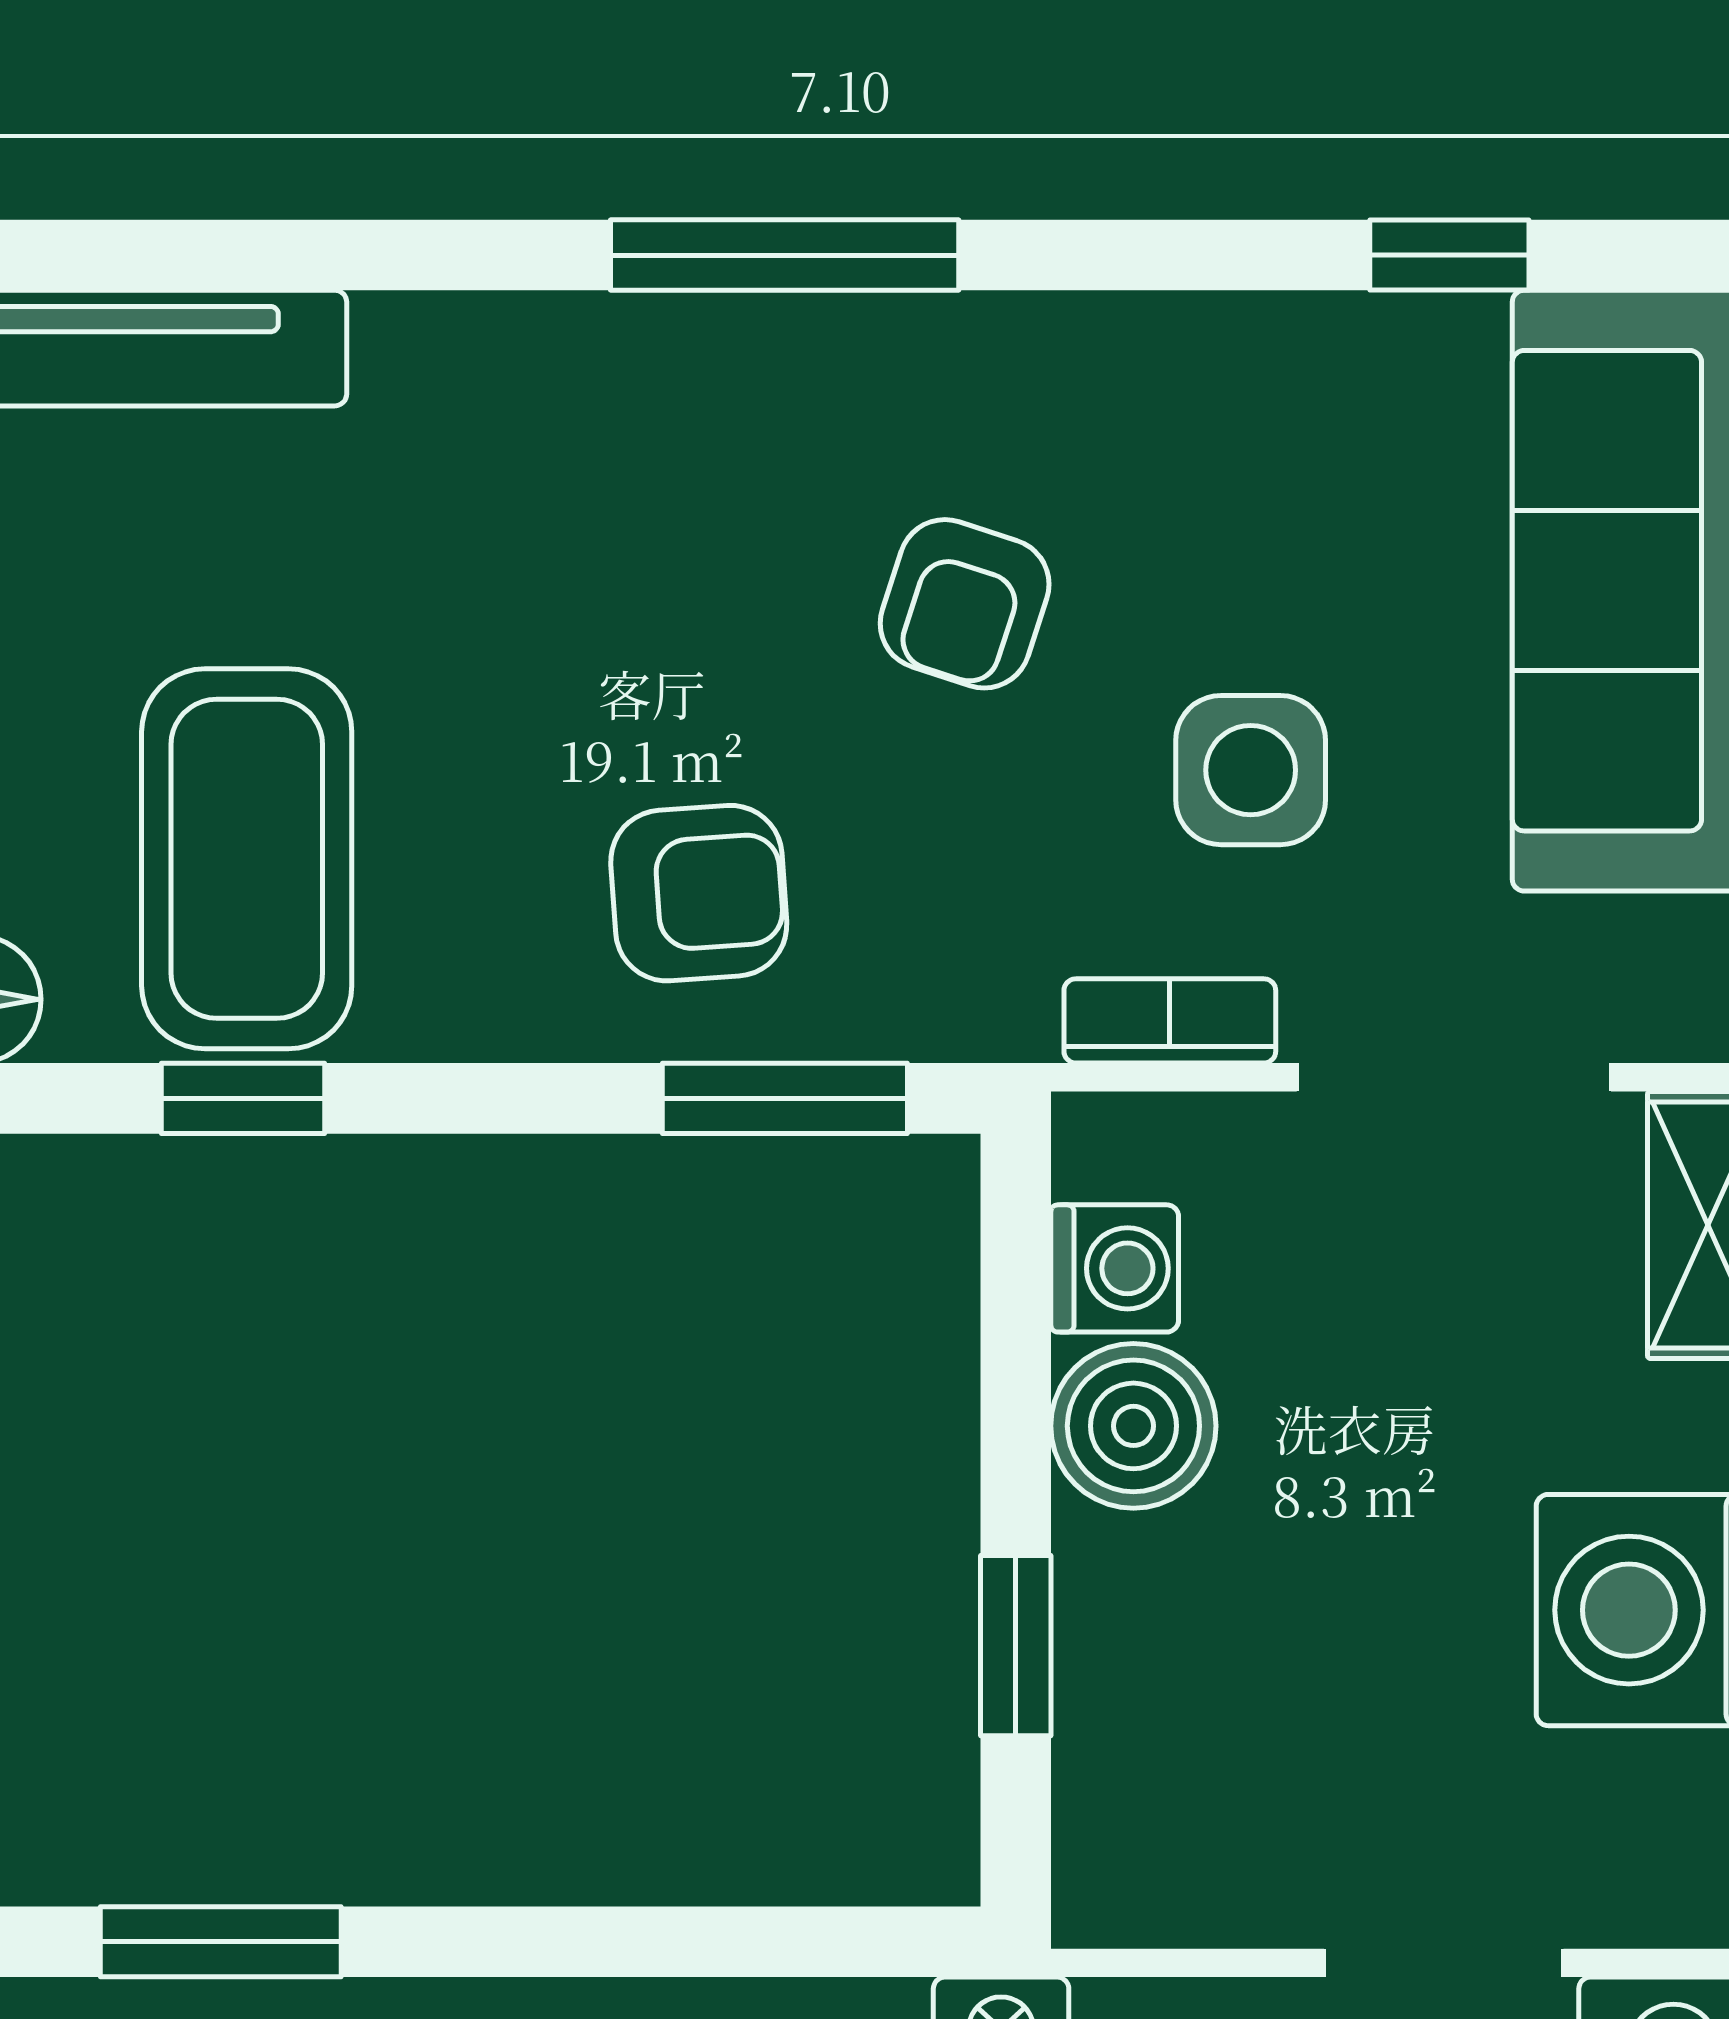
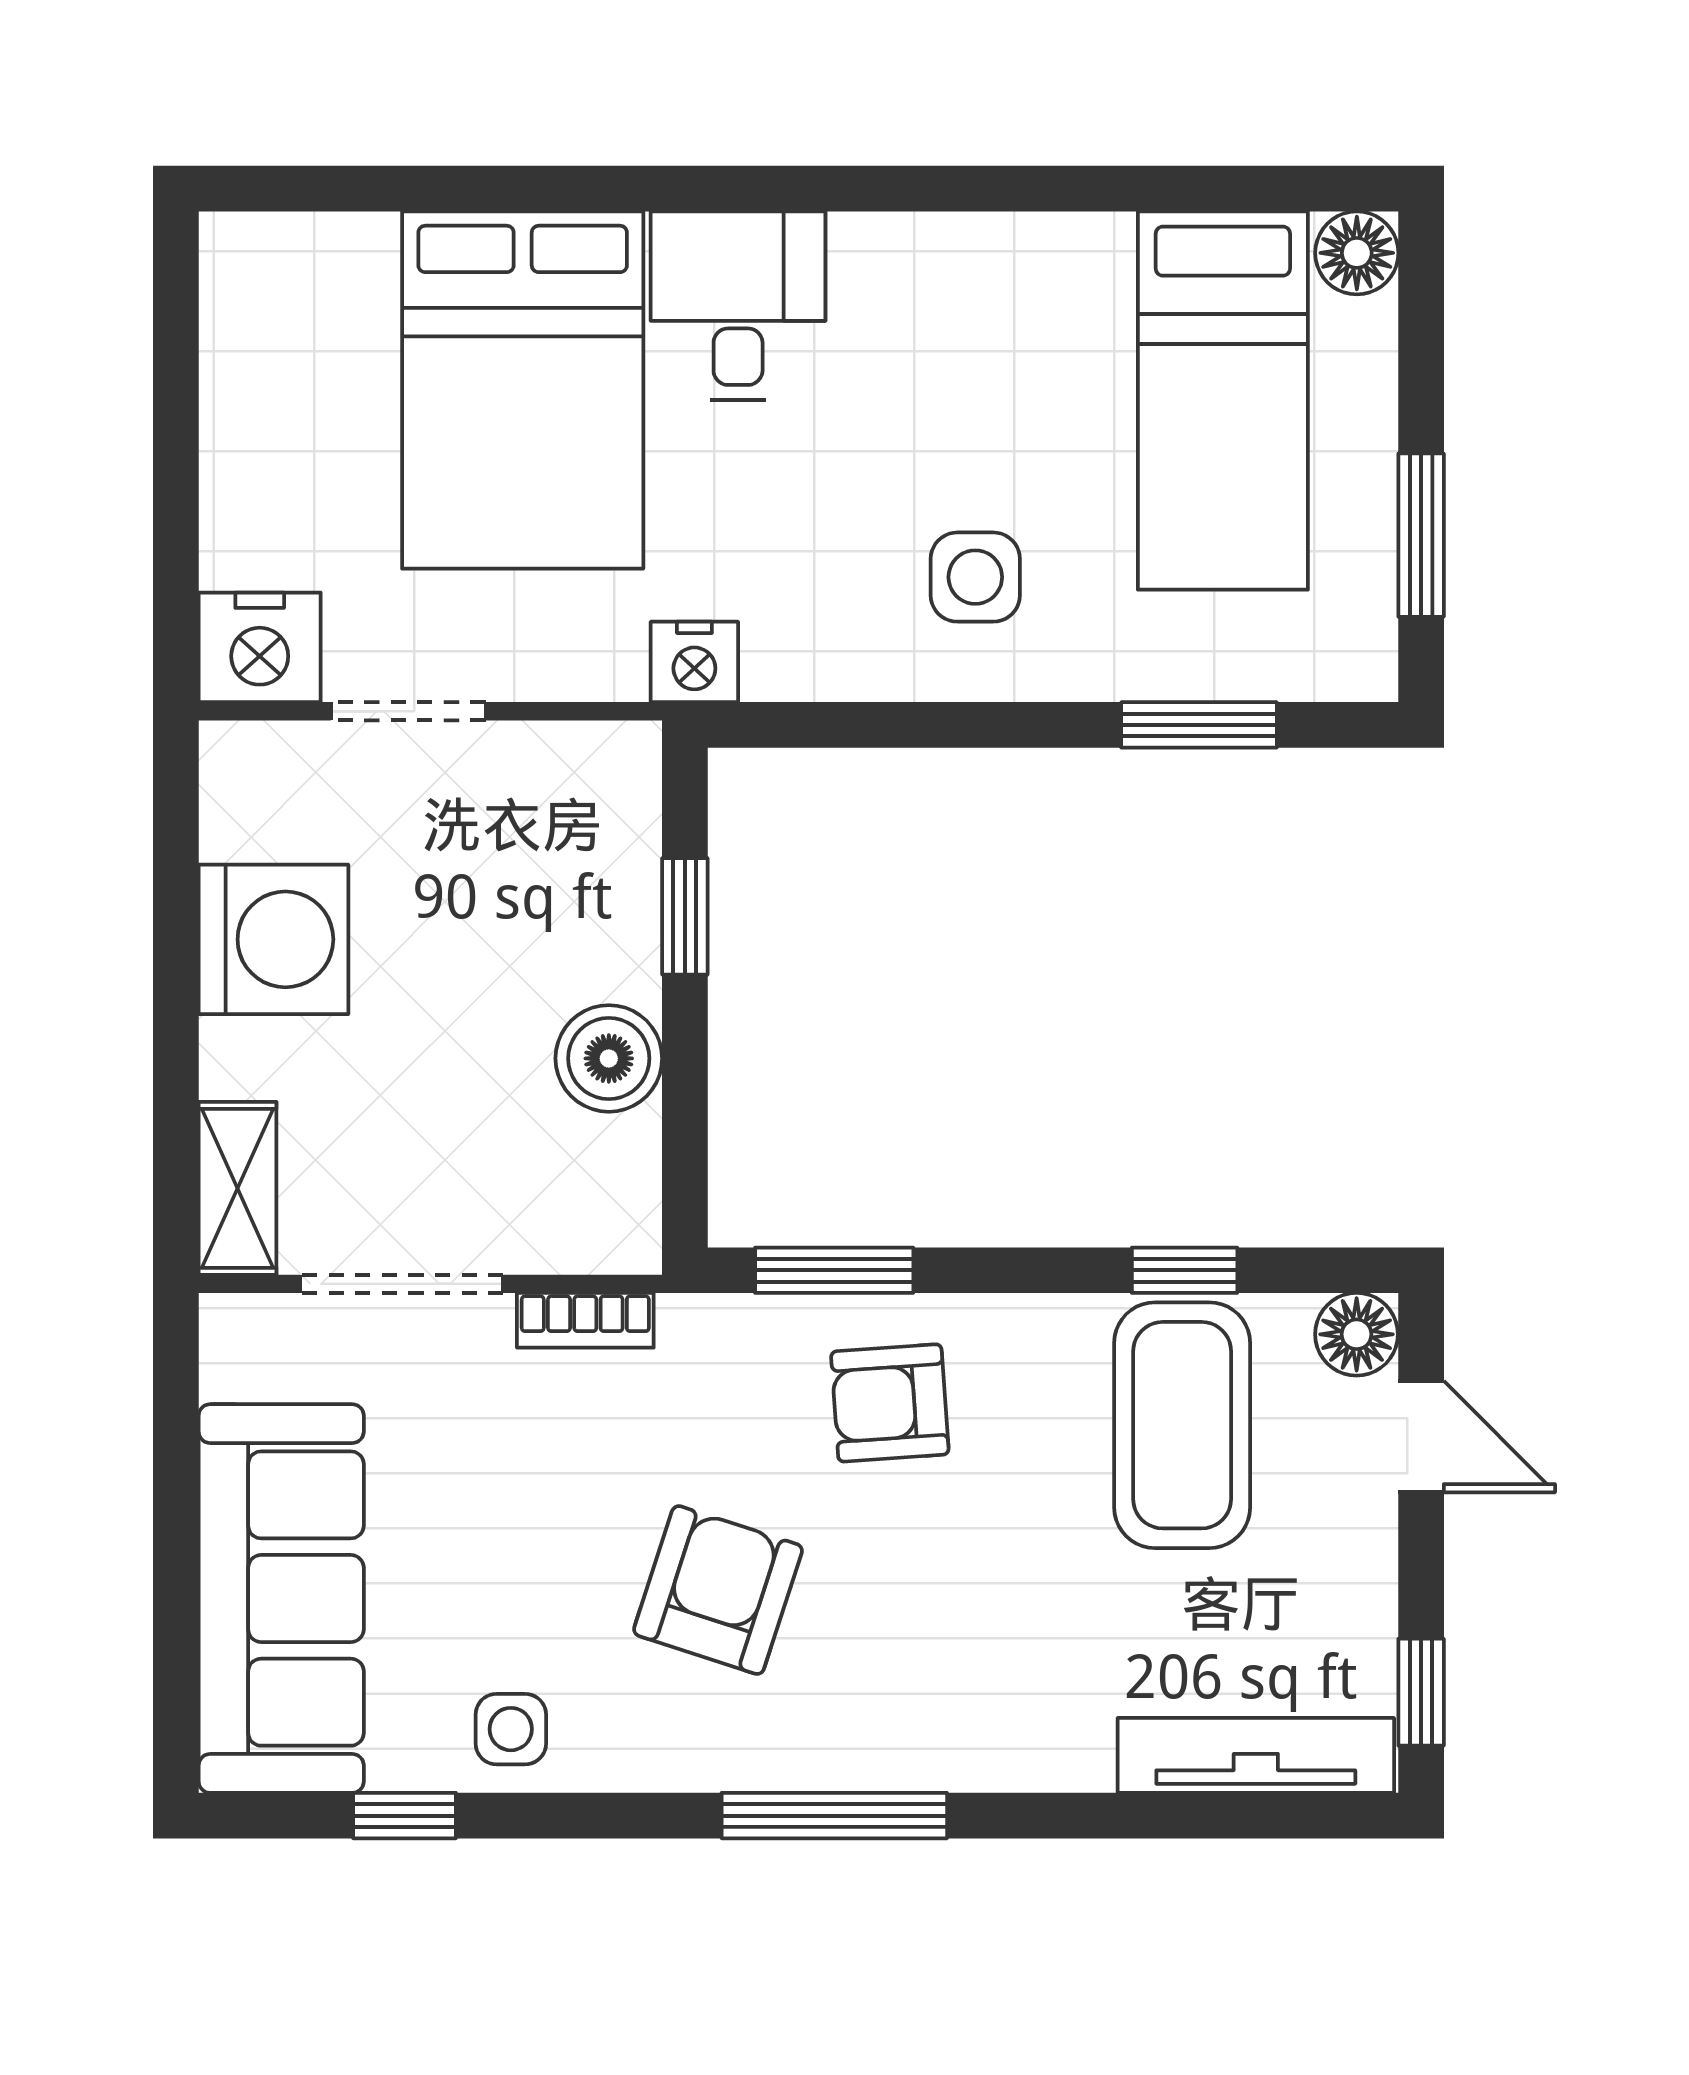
armchair: (965, 604) -> (718, 1590), width x1.38, depth x1.38
side table: (1251, 770) -> (511, 1729), moved, width x0.73, depth x0.73
washing machine: (1115, 1268) -> (621, 1160), removed

